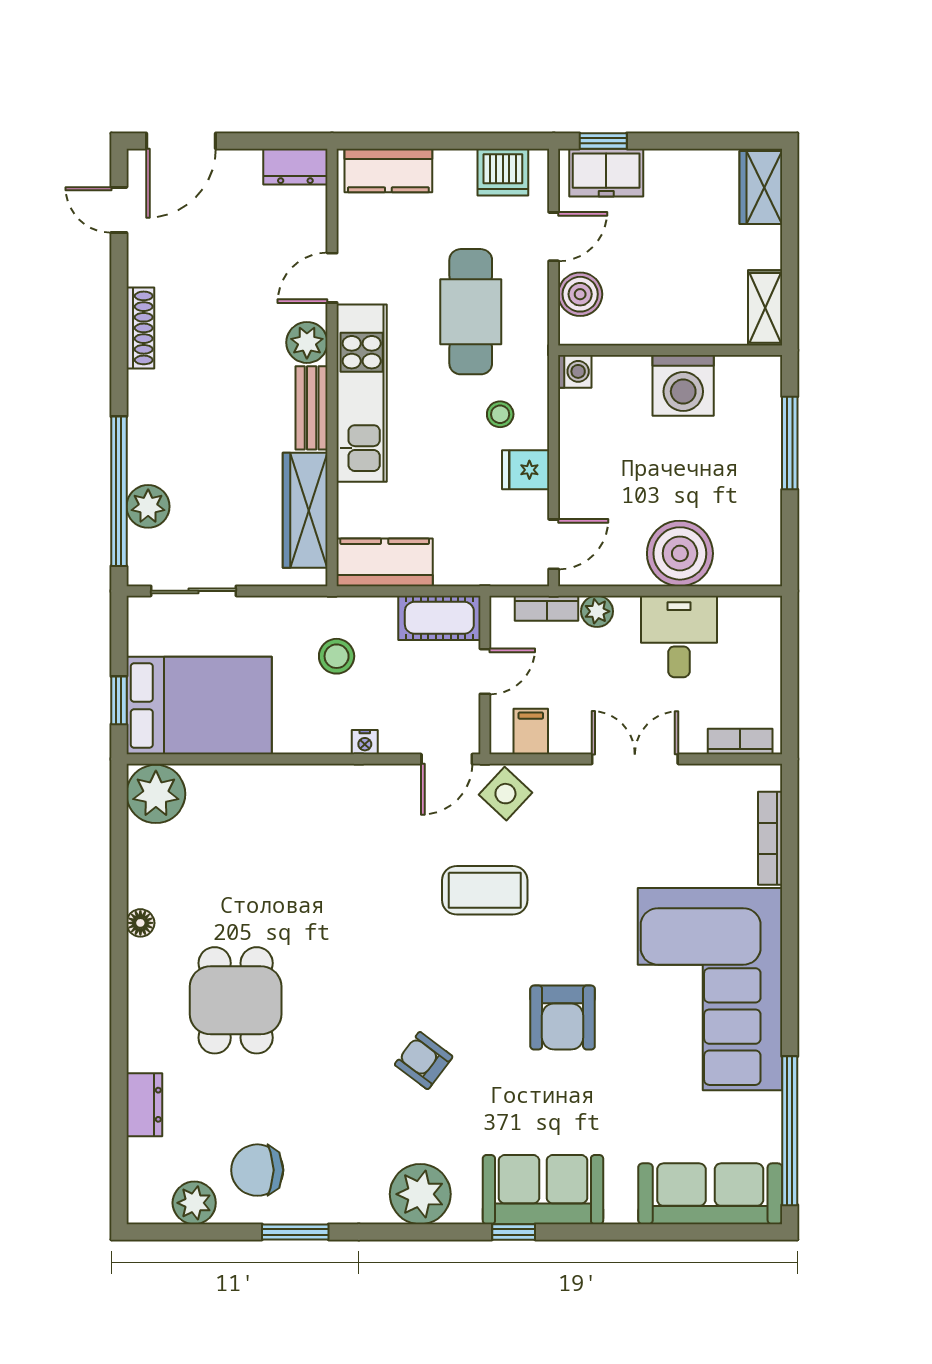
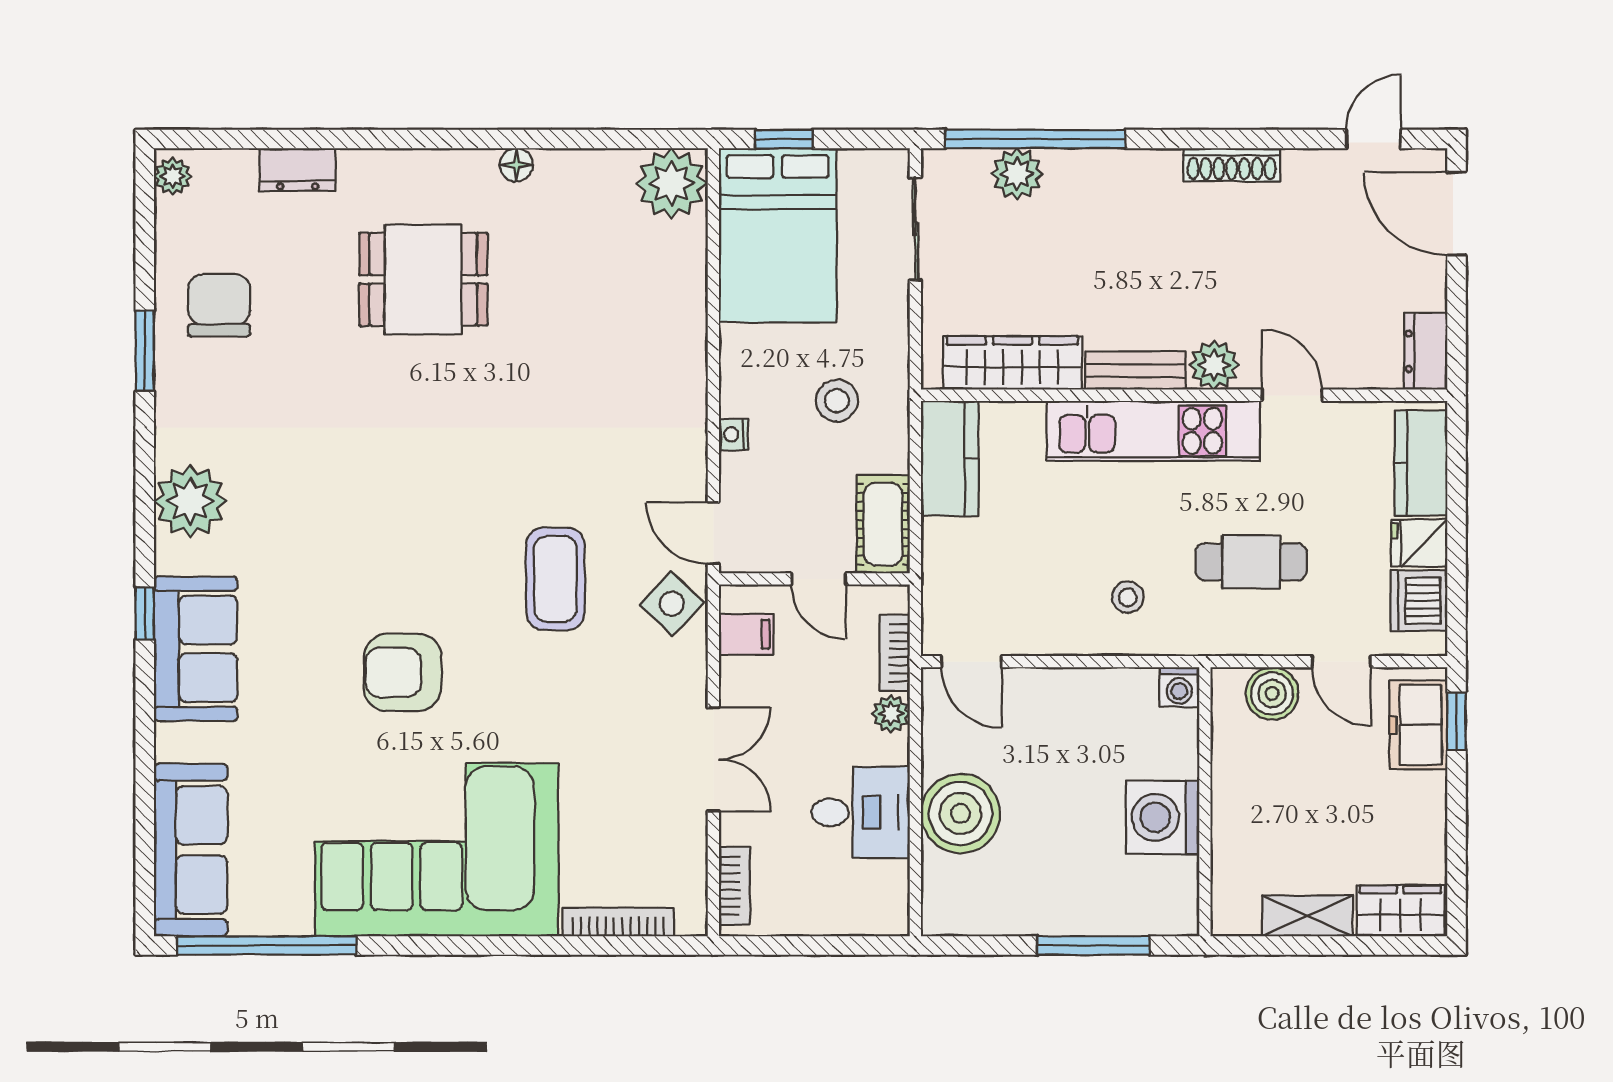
shelving: (765, 308) -> (1307, 916), moved
cafe table: (471, 312) -> (1251, 562), width x0.73, depth x0.74
fridge: (526, 470) -> (1419, 543), moved, turned -90
armchair: (424, 1061) -> (351, 505), removed
plant: (194, 1203) -> (173, 176), moved, width x0.73, depth x0.73

